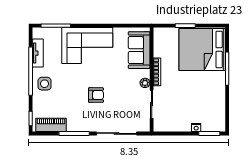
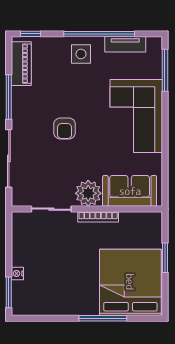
plant: (145, 83) -> (88, 193), width x1.87, depth x1.87

